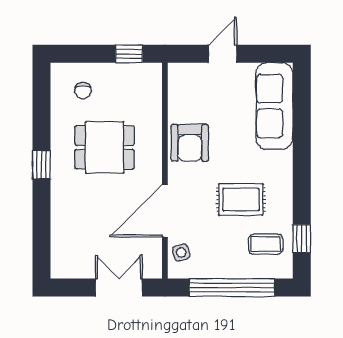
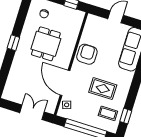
armchair: (190, 143) -> (87, 54), turned 180
dining table: (105, 147) -> (46, 44), turned 90
door: (165, 211) -> (65, 83), hinge flipped

